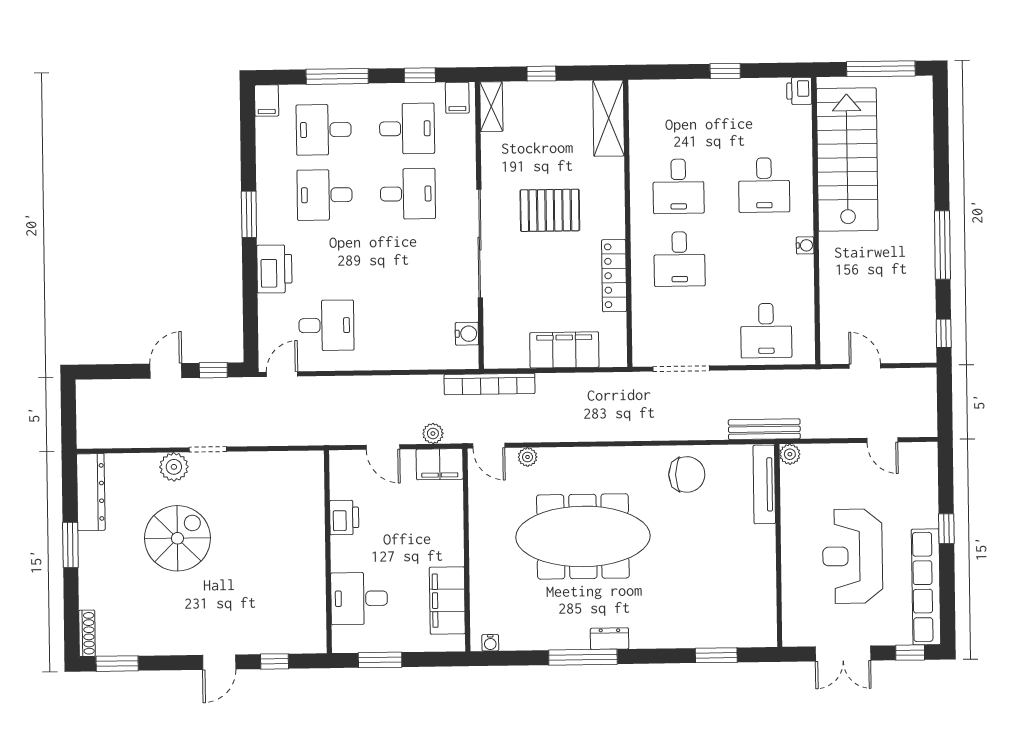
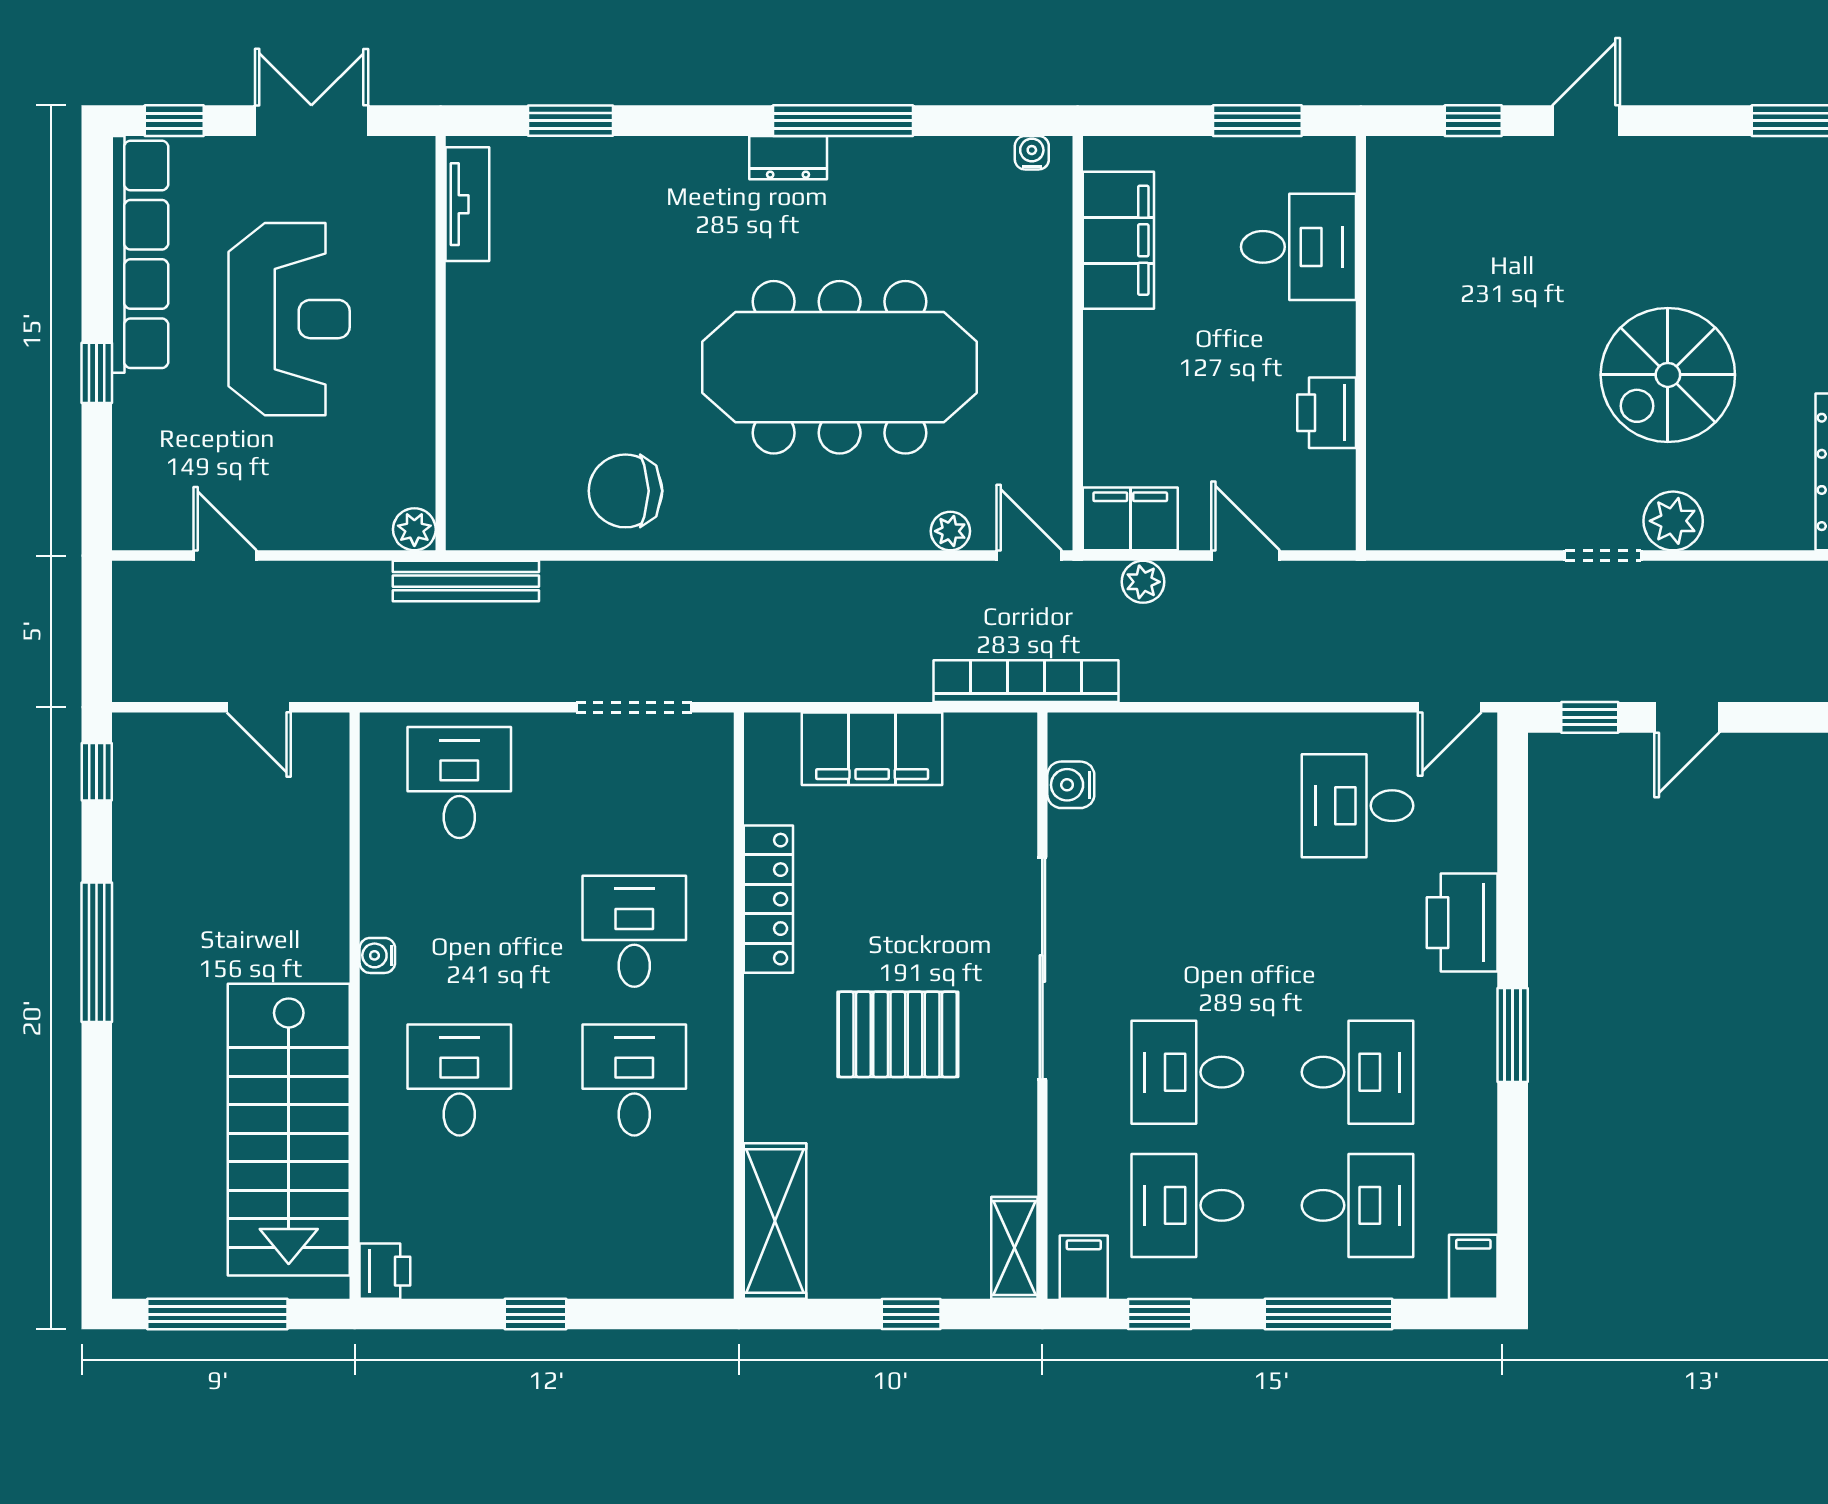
tv unit: (764, 484) -> (467, 204), moved, width x0.71

